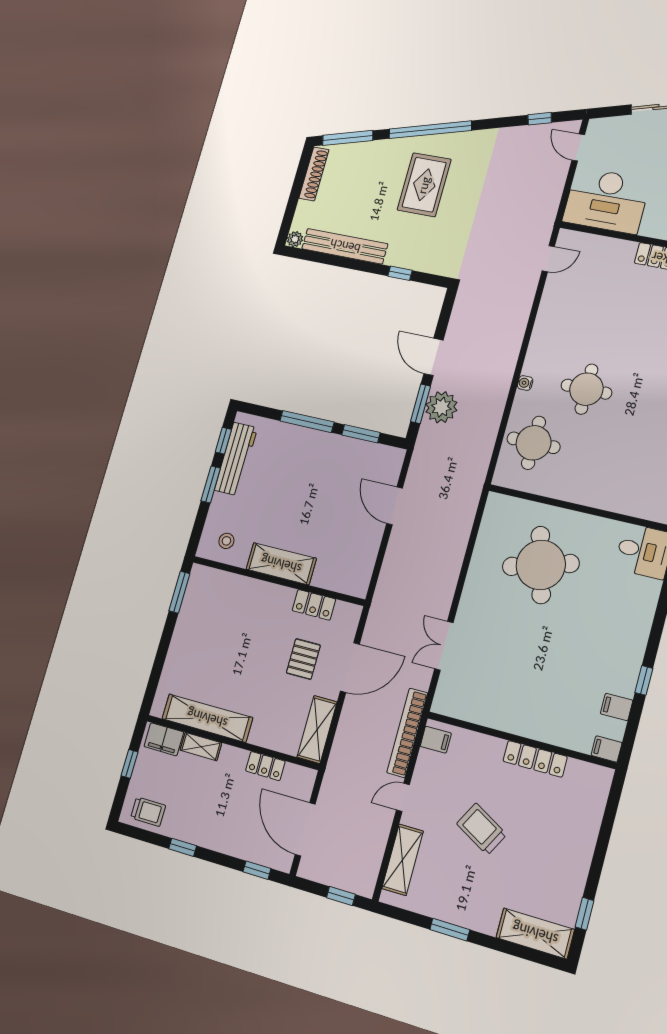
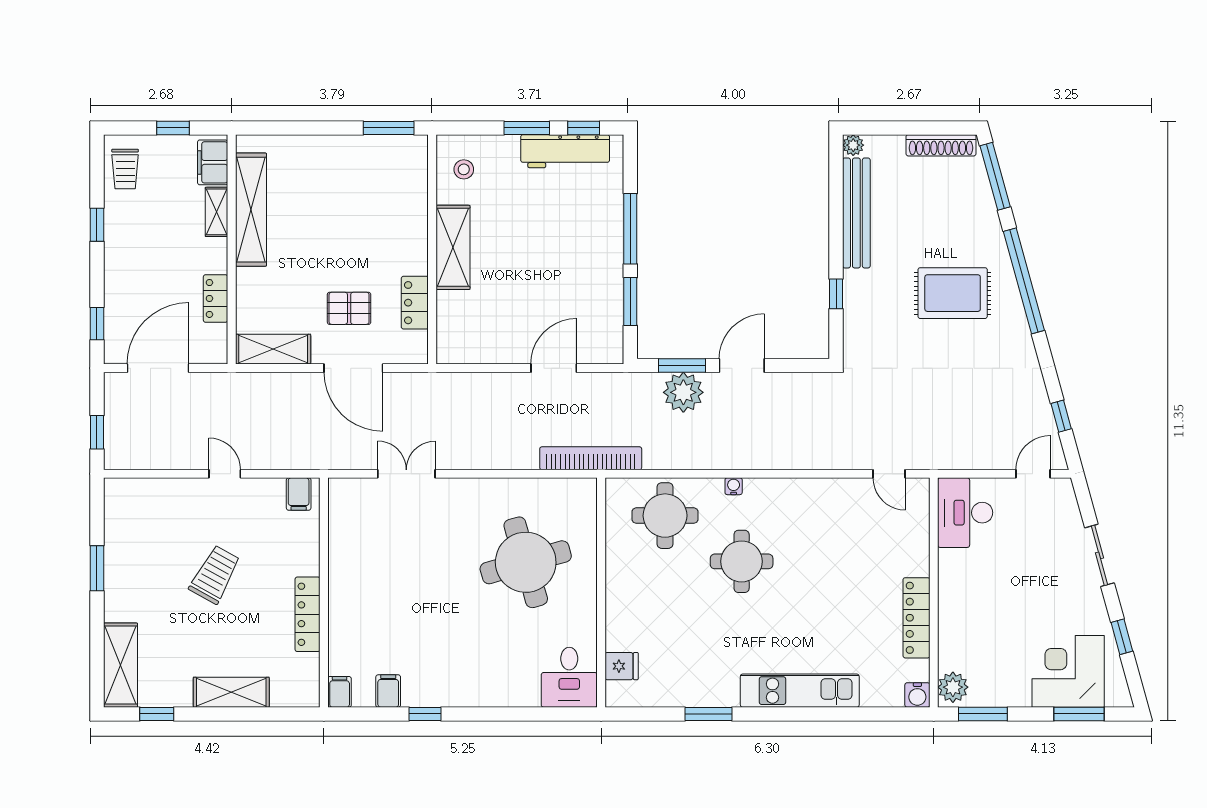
desk: (606, 201) -> (965, 513), width x0.73, depth x0.77
fridge: (646, 505) -> (622, 666), added
bookcase: (407, 733) -> (591, 458), moved
shelving: (403, 860) -> (231, 692), moved

